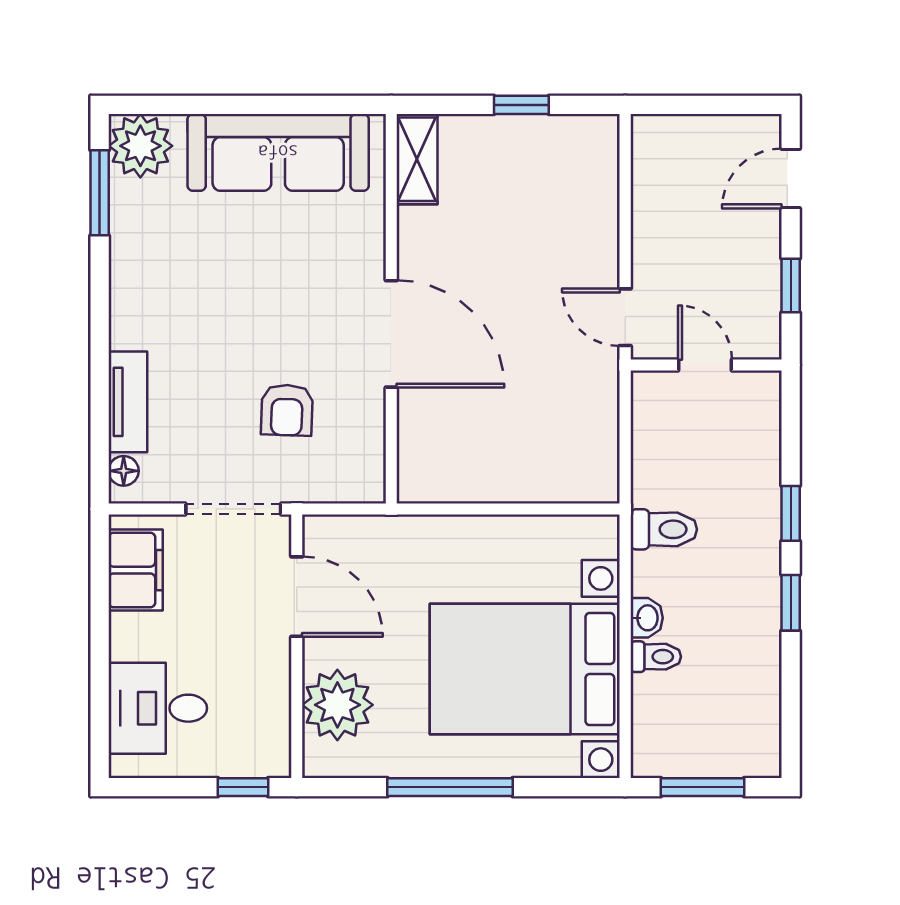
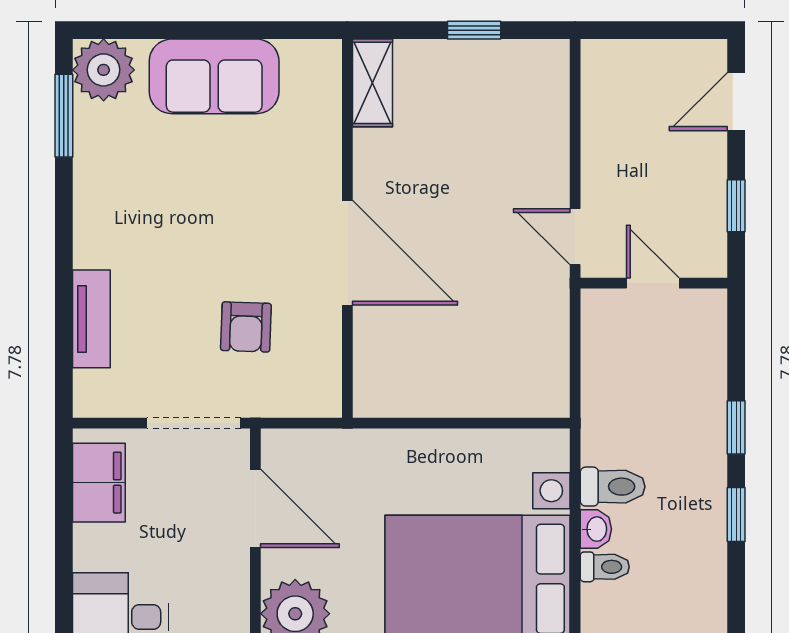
sofa: (278, 152) -> (214, 76), width x0.73
floor lamp: (124, 471) -> (87, 386), removed
toilet: (664, 529) -> (613, 487), moved

